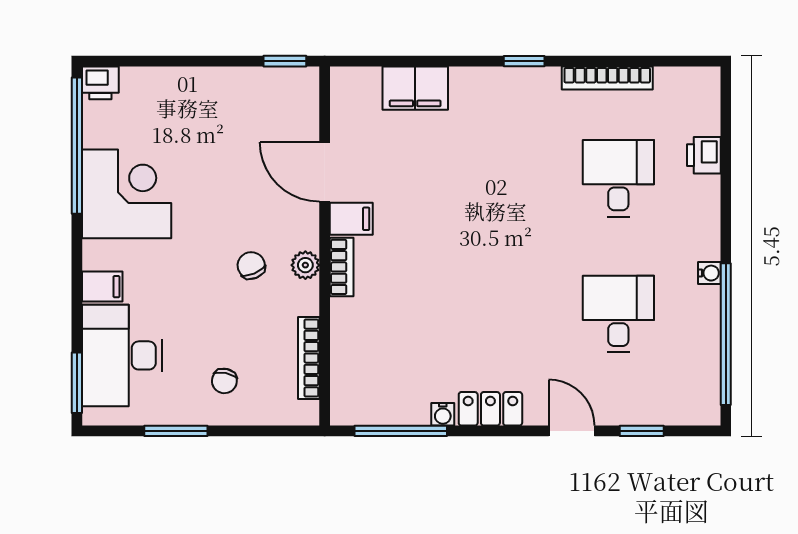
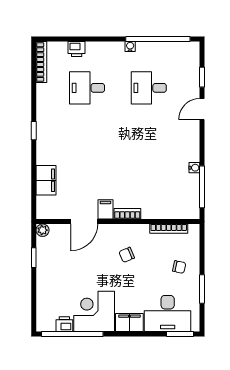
window: (285, 61) -> (34, 258), moved
bookcase: (607, 78) -> (41, 62), moved
printer: (100, 83) -> (64, 324), moved, turned -90
plant: (305, 265) -> (43, 230), moved
filing cabinet: (102, 287) -> (129, 322), width x2.00
locker: (490, 409) -> (192, 146), removed

